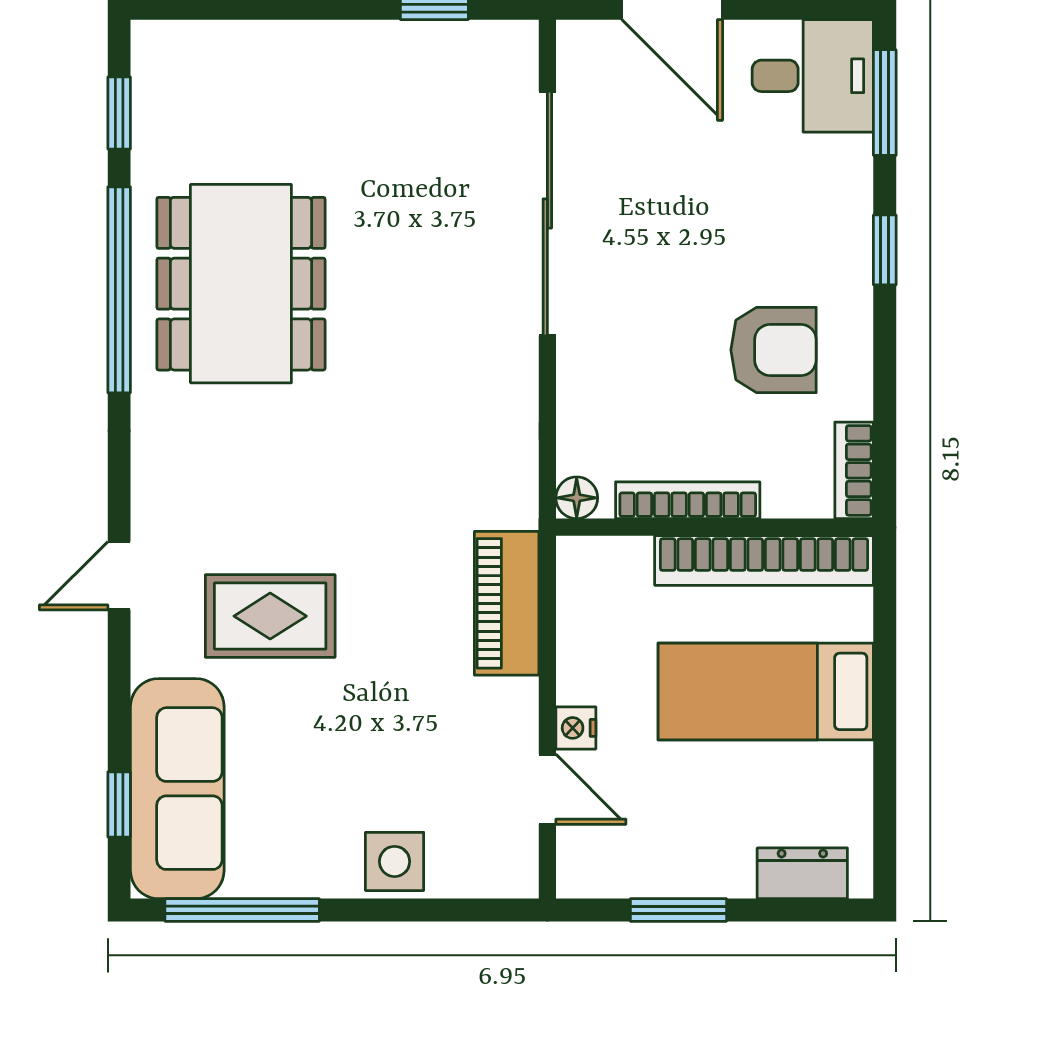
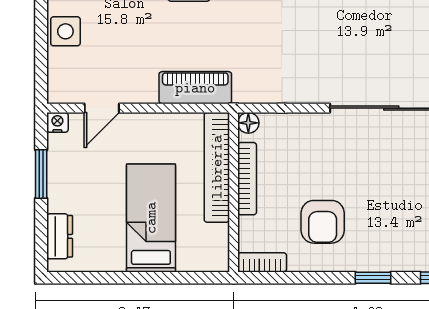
bookcase: (764, 561) -> (217, 167), moved
nightstand: (576, 728) -> (57, 122), moved

